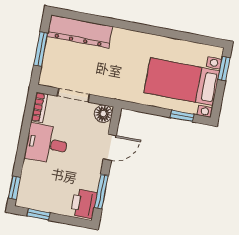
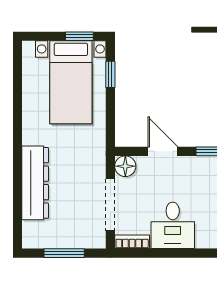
dresser: (80, 31) -> (35, 183), moved
window: (224, 68) -> (79, 36), moved
doorway: (74, 95) -> (110, 205), width x1.38

